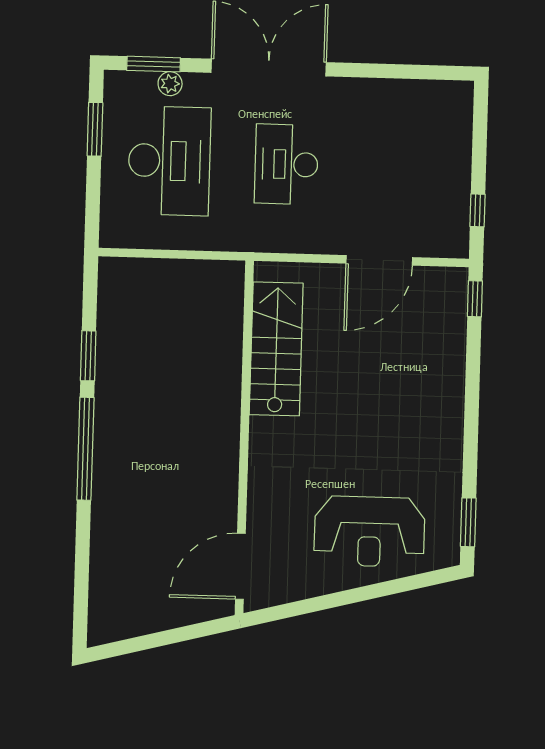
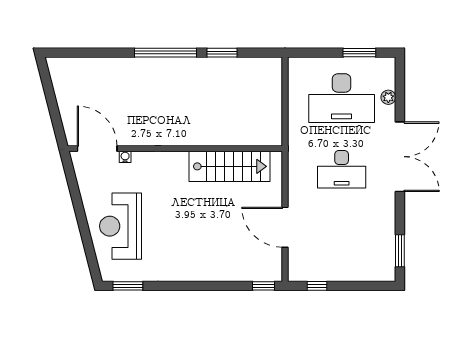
window: (154, 64) -> (400, 251), moved
desk: (286, 164) -> (342, 169), turned 180
water cooler: (256, 521) -> (125, 157), added

